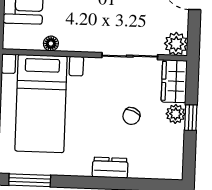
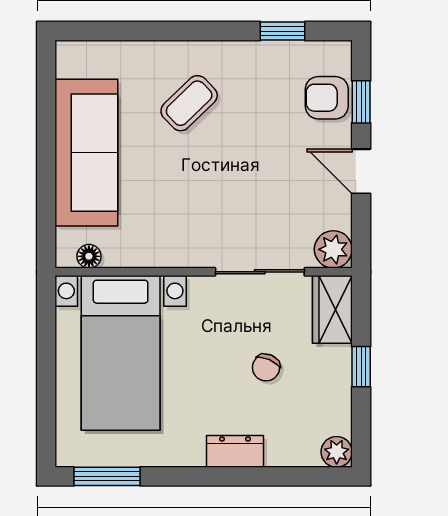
floor lamp: (51, 44) -> (89, 256), moved
plant: (176, 114) -> (337, 452), moved

